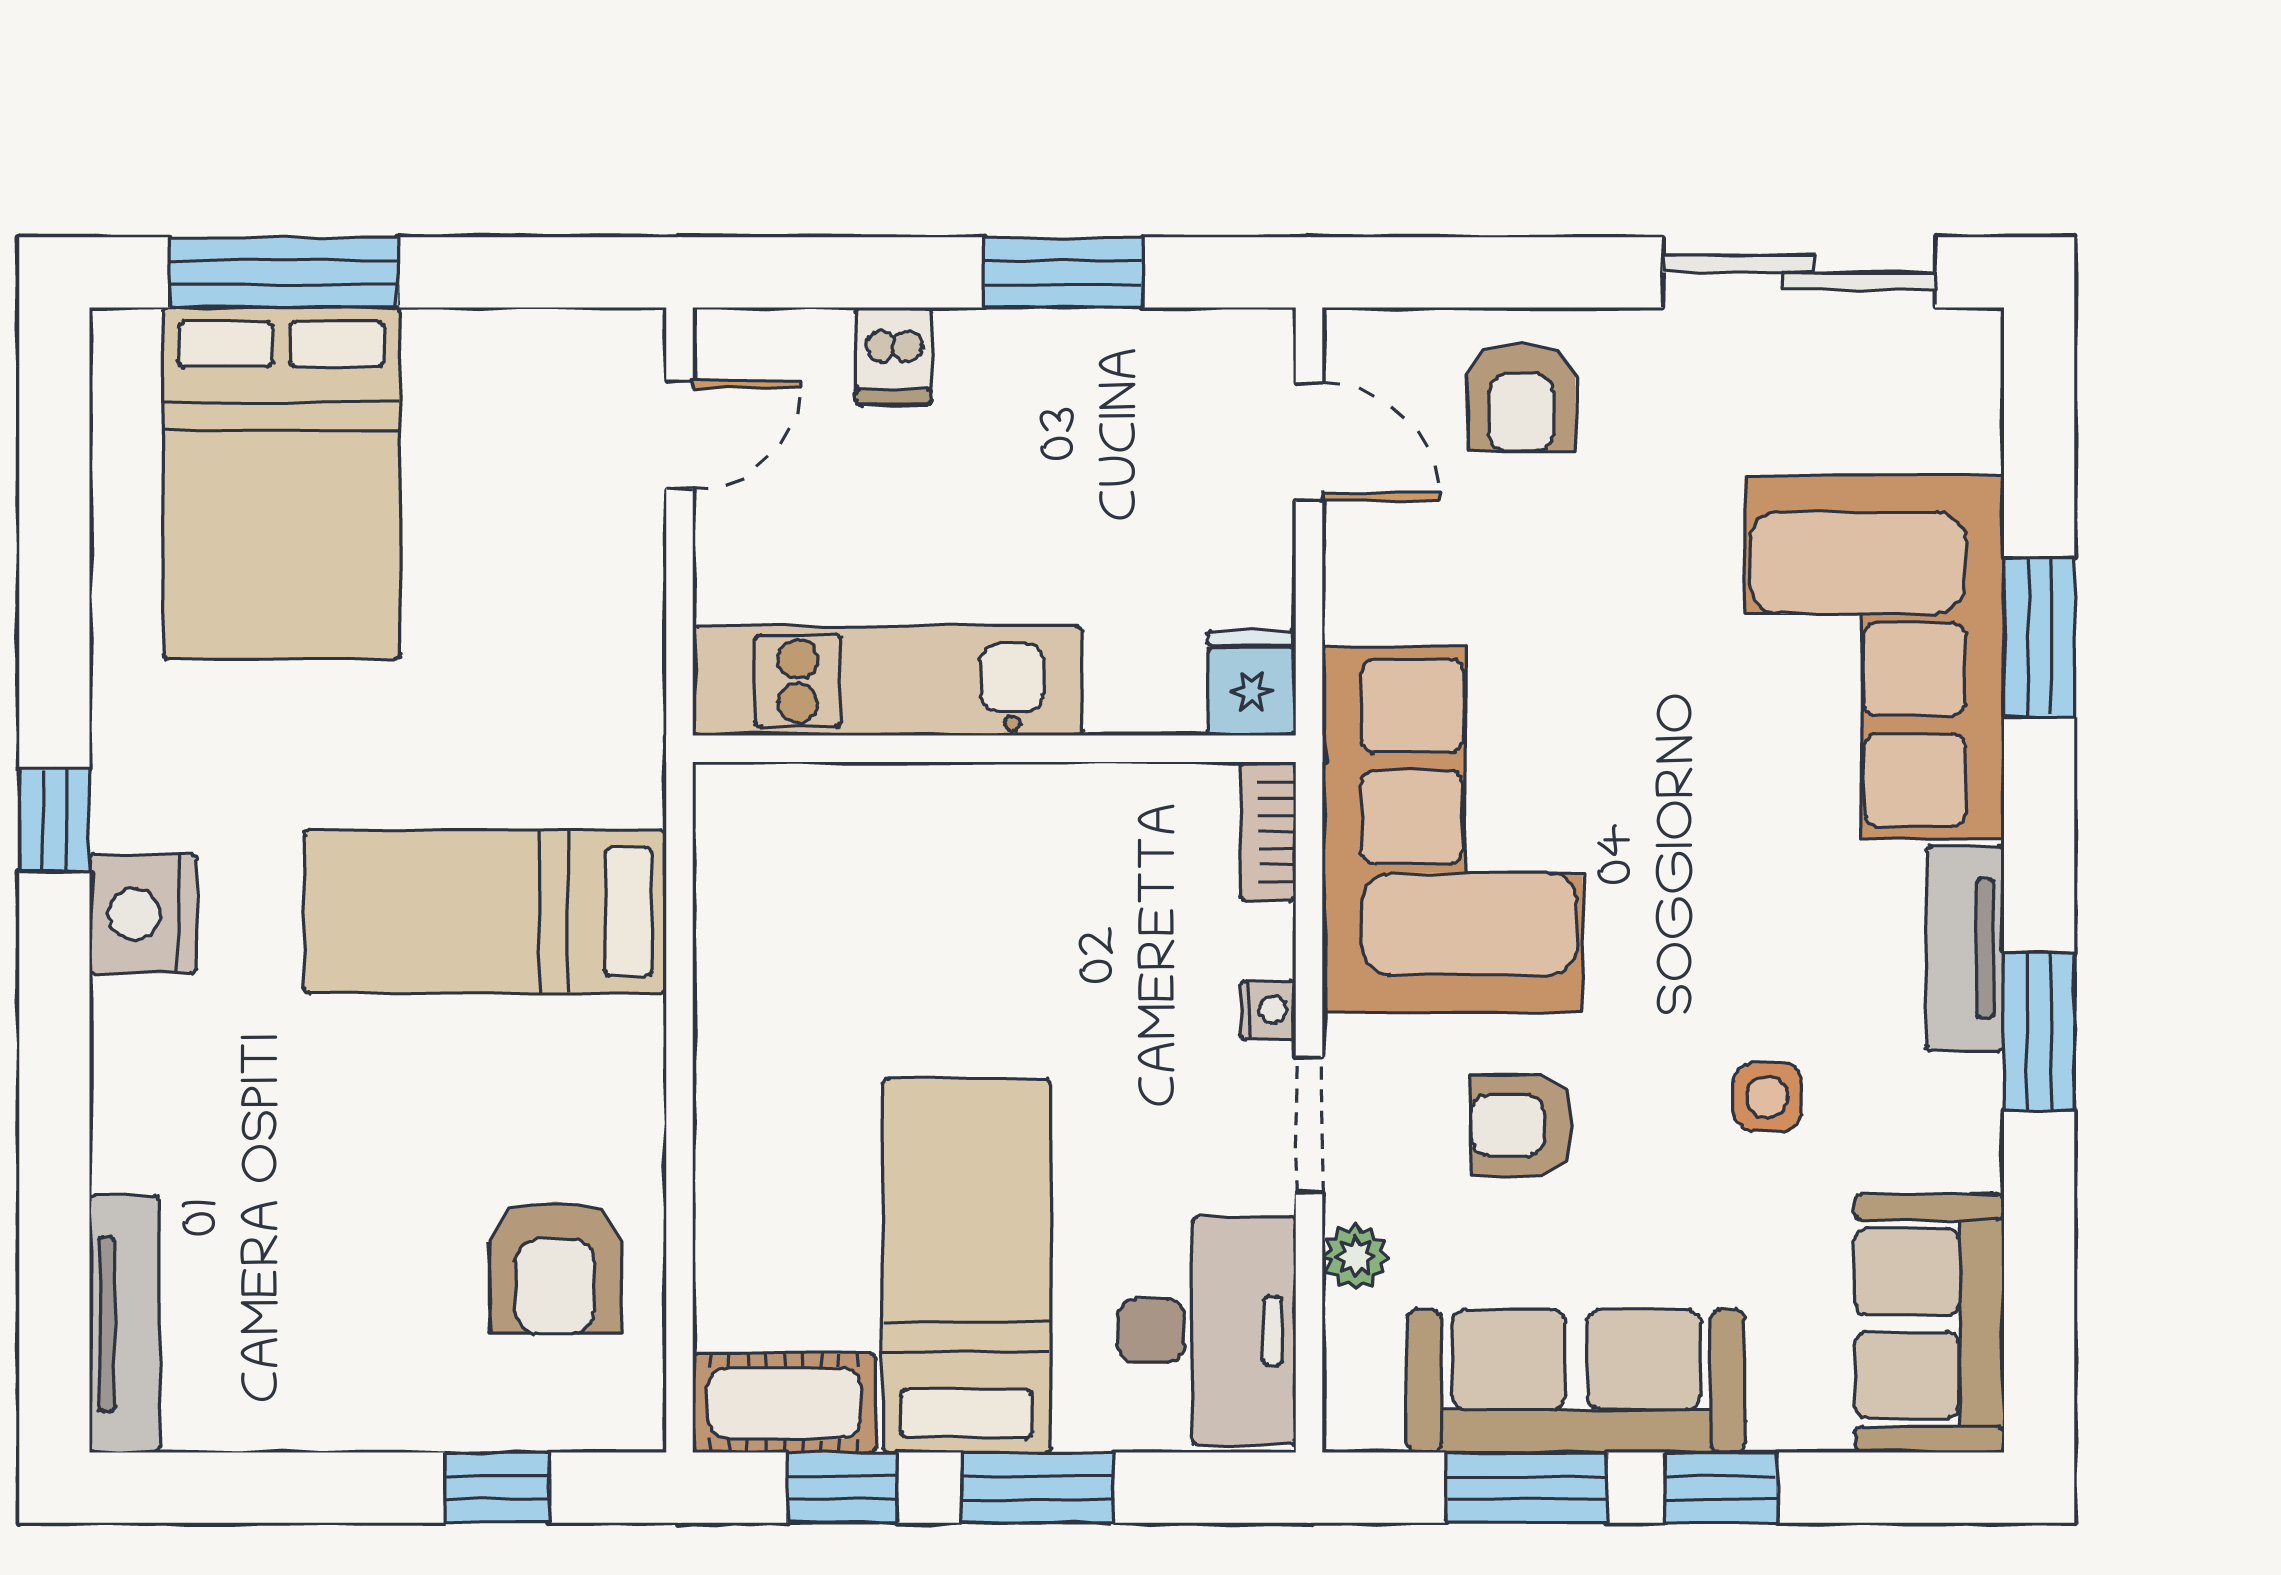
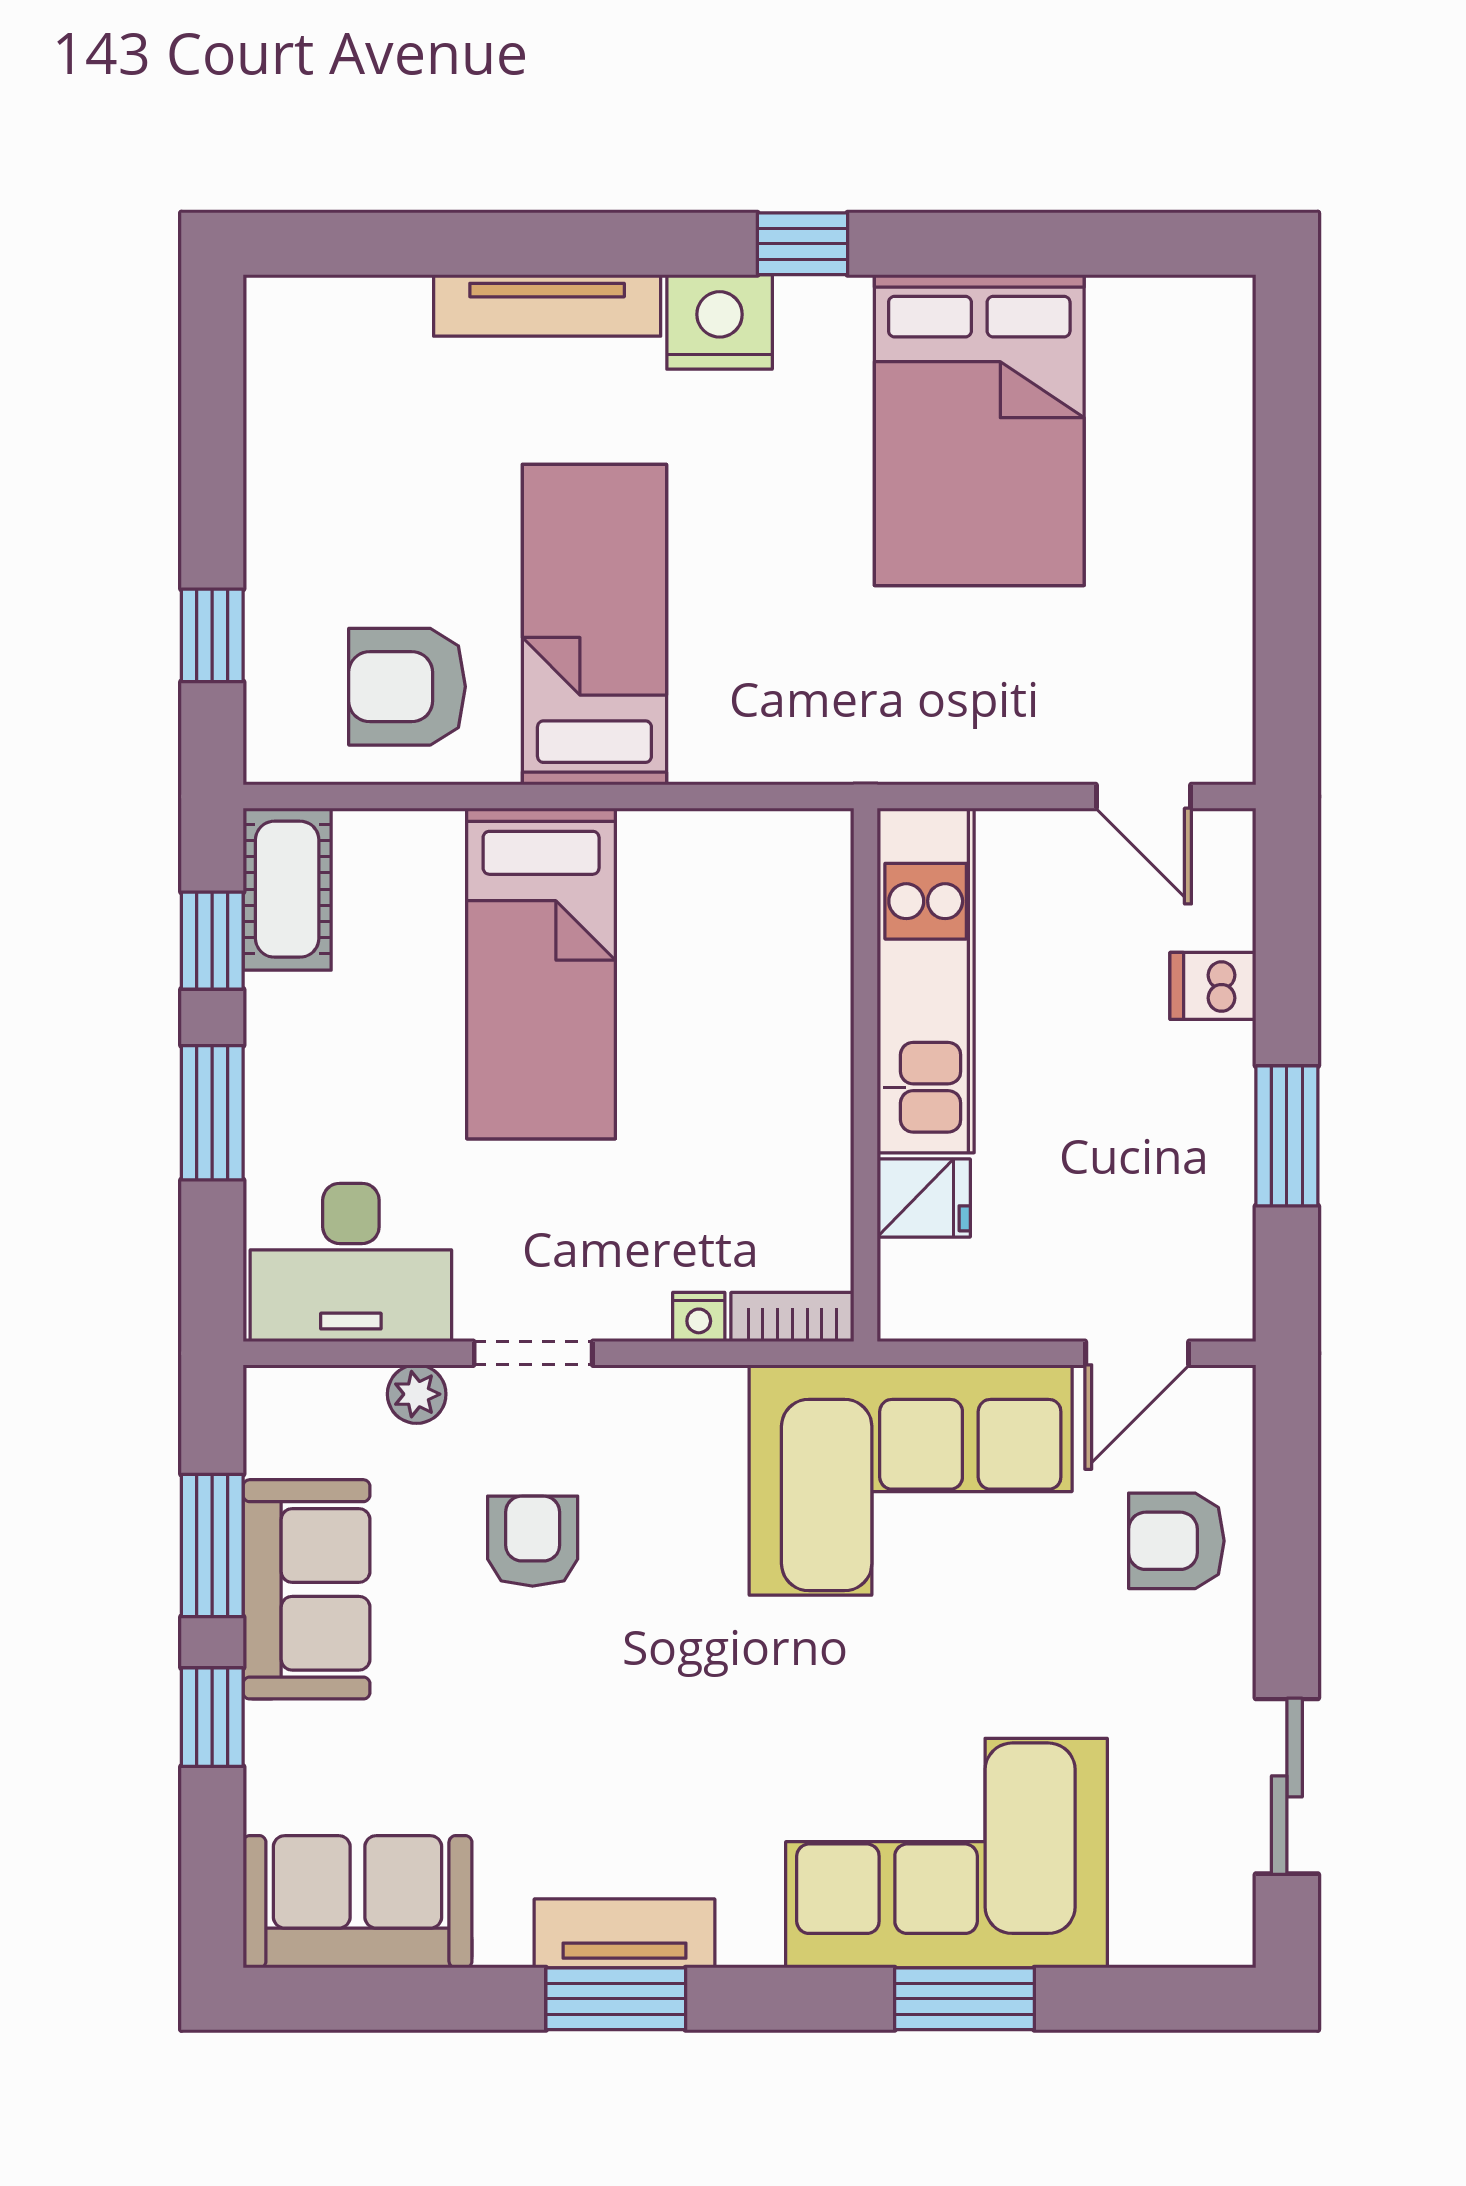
window: (284, 272) -> (1287, 447), removed
sliding door: (1799, 272) -> (1287, 1786), width x0.73
bed: (281, 483) -> (979, 430), moved, turned -90
fridge: (1252, 683) -> (924, 1198), moved
corner sofa: (1452, 829) -> (911, 1480), moved
bed: (485, 911) -> (594, 625), moved
tv unit: (1965, 948) -> (624, 1933), moved
nightstand: (1268, 1010) -> (699, 1317), moved
side table: (1767, 1097) -> (558, 1758), removed
bed: (967, 1266) -> (541, 973), moved, turned 90
tv unit: (124, 1324) -> (547, 305), moved
sofa: (1576, 1381) -> (307, 1589), width x0.73

